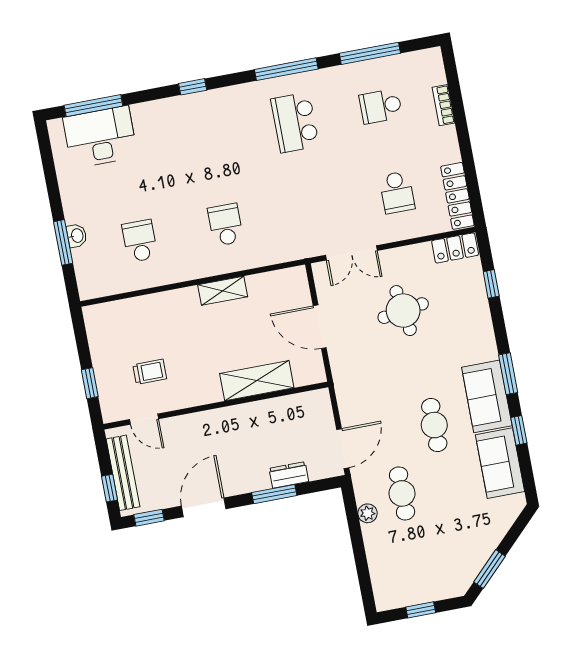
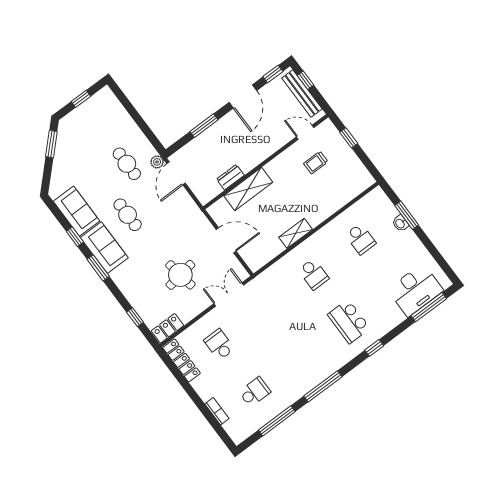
school desk: (295, 122) -> (349, 321), moved, turned 180
dresser: (289, 475) -> (230, 177), moved, turned 180
plant: (368, 513) -> (157, 162), moved

